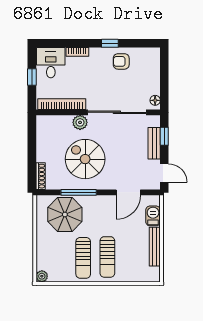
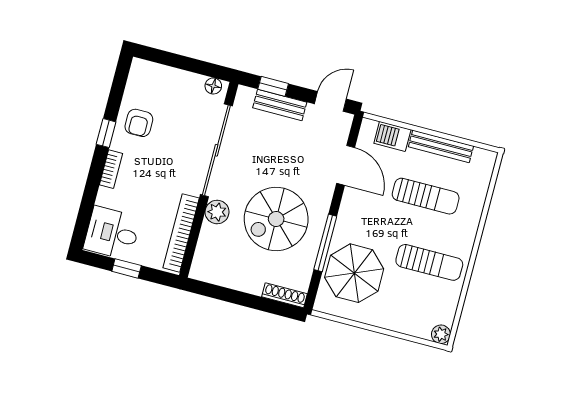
bookcase: (77, 52) -> (111, 169), moved
sun lounger: (107, 257) -> (426, 196), moved

